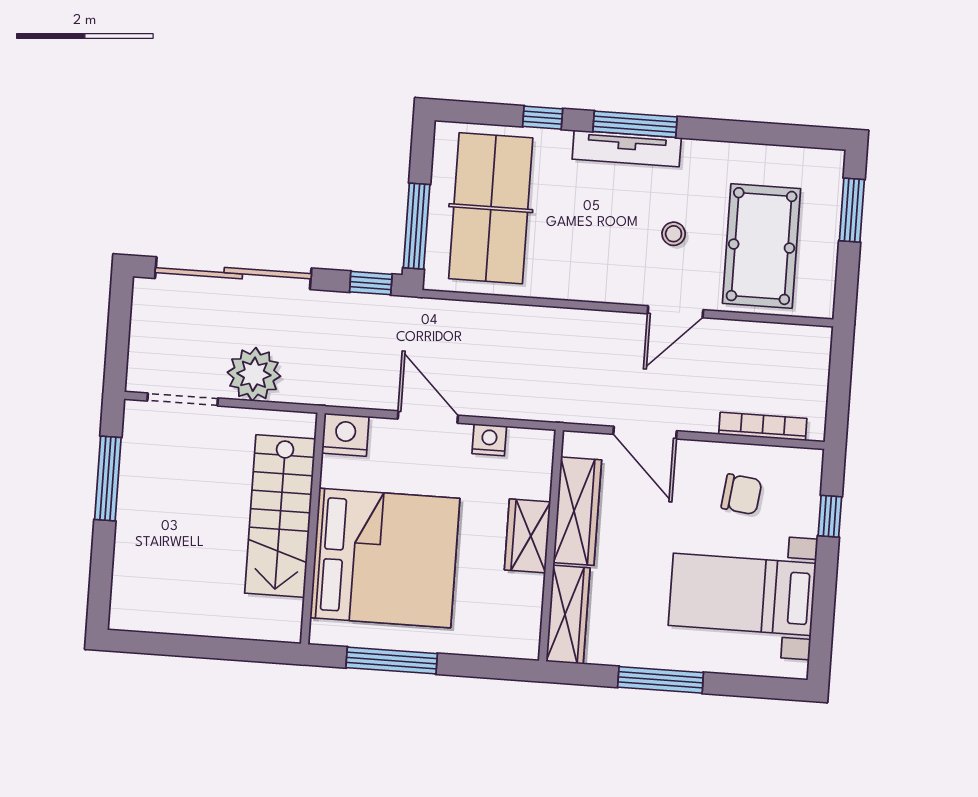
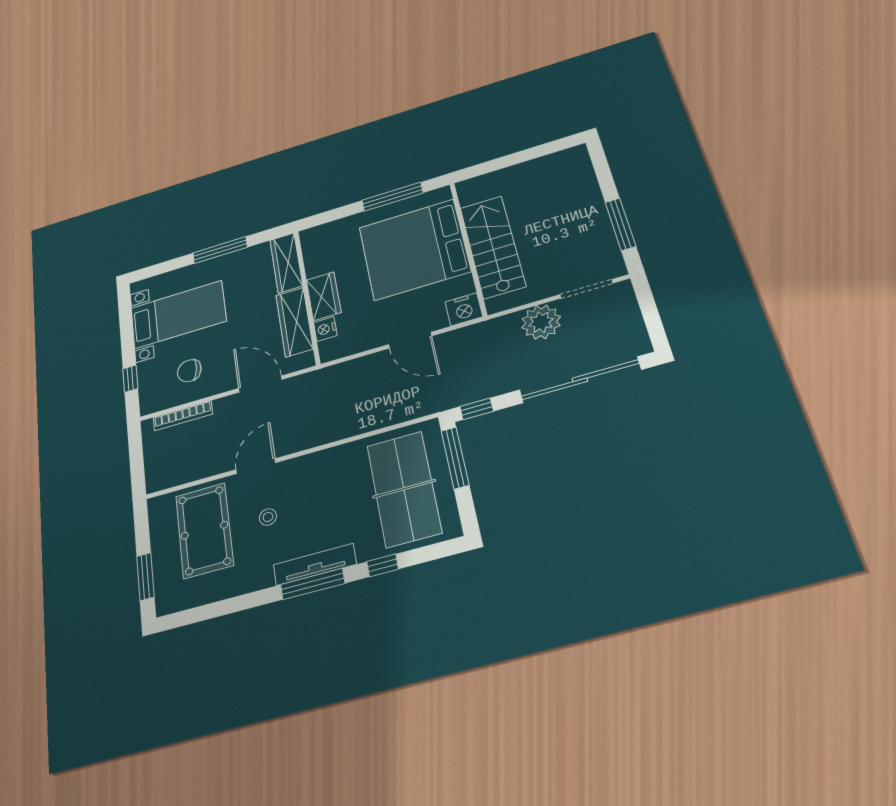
nightstand: (489, 440) -> (325, 329), moved, turned 90

